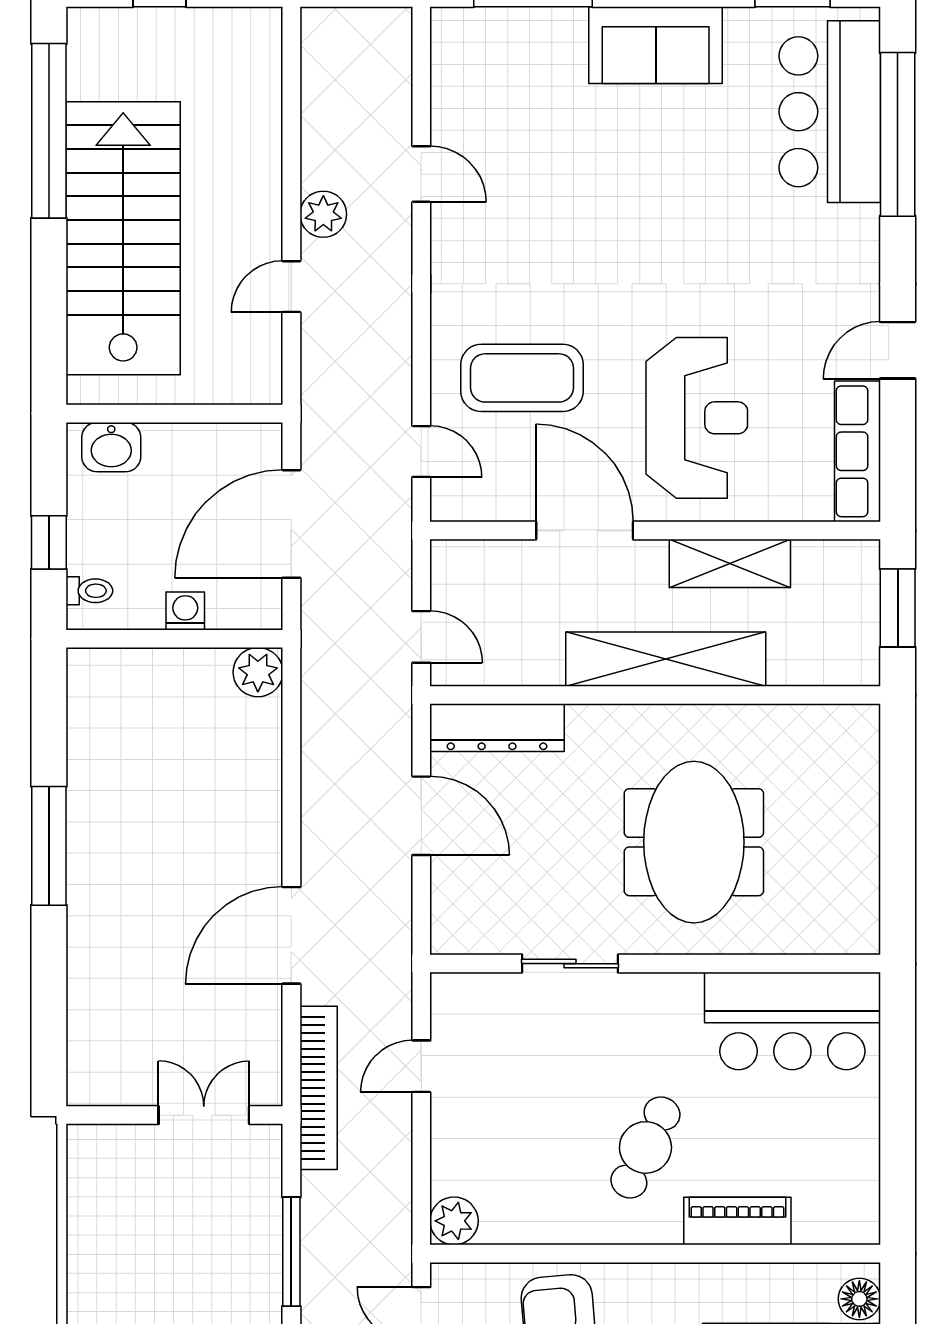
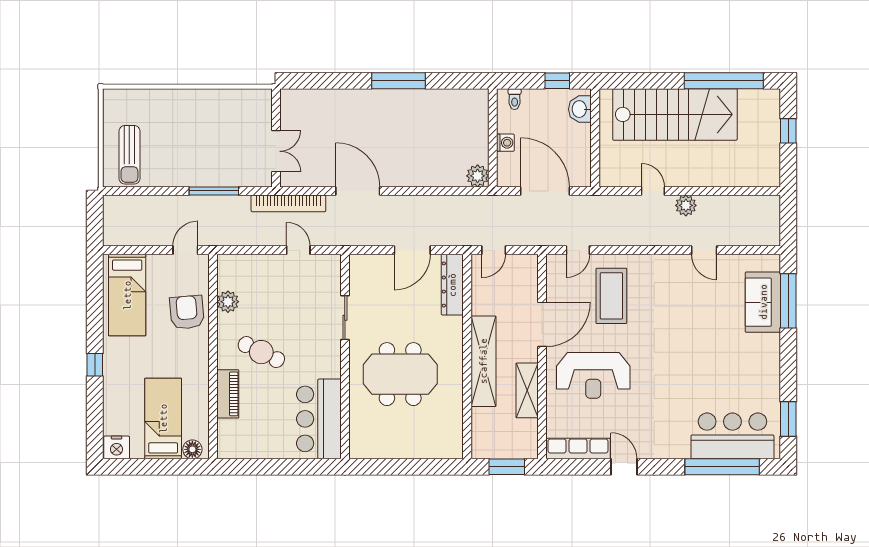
sofa: (656, 45) -> (763, 302), moved
door: (421, 174) -> (704, 250), hinge flipped
window: (49, 542) -> (557, 81), moved
plant: (454, 1221) -> (228, 302), moved

